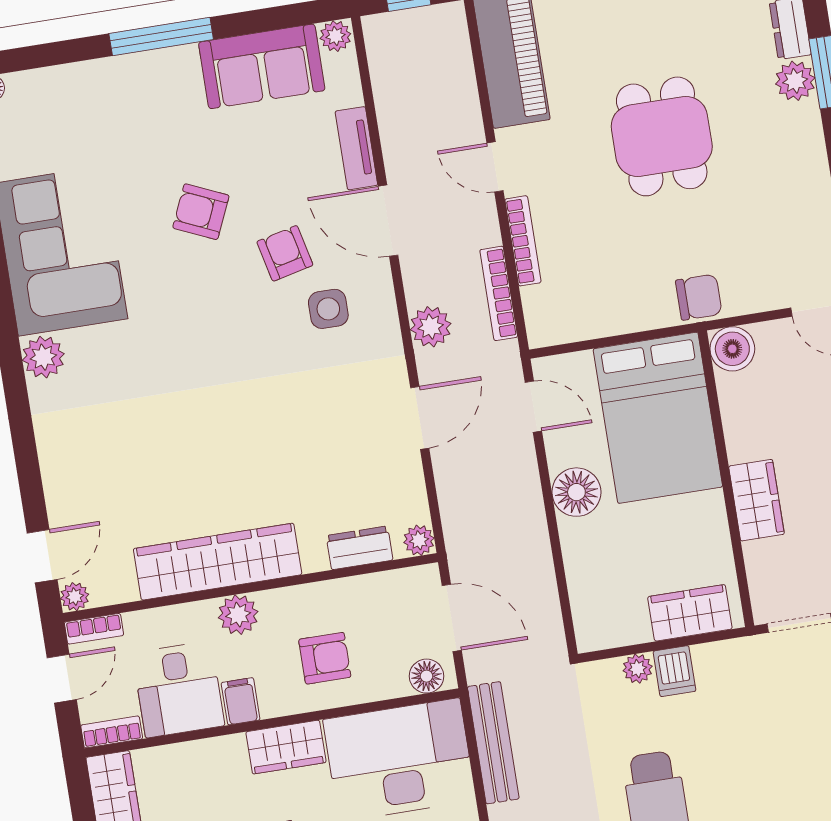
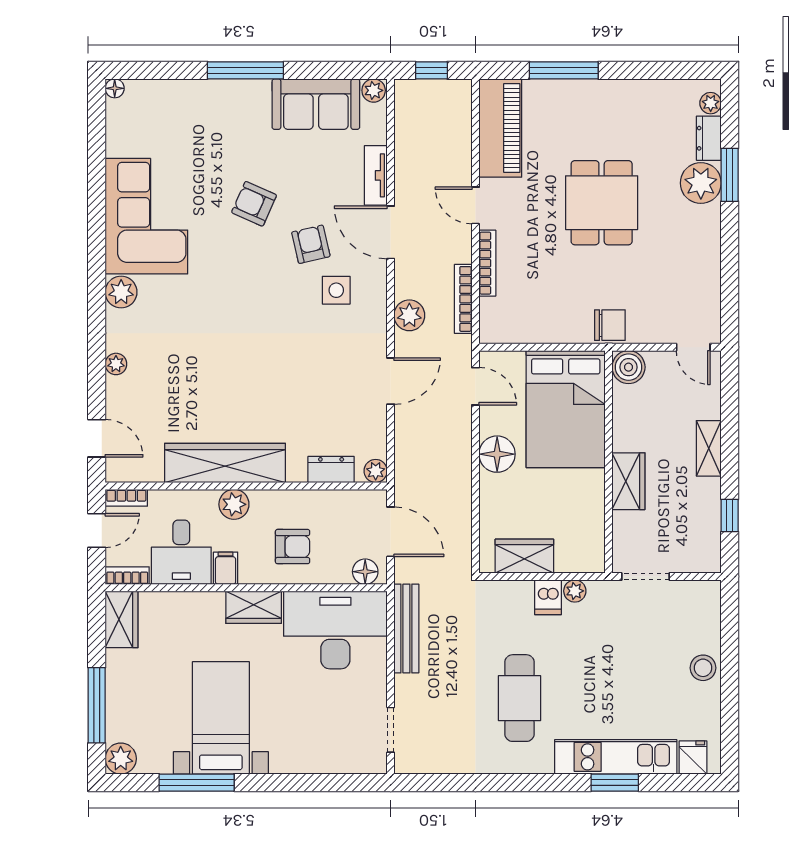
plant: (795, 81) -> (701, 183), width x1.36, depth x1.36
door: (42, 556) -> (97, 438), hinge flipped
plant: (75, 597) -> (116, 364), moved
wardrobe: (690, 613) -> (524, 556), moved
plant: (638, 669) -> (575, 591), moved

